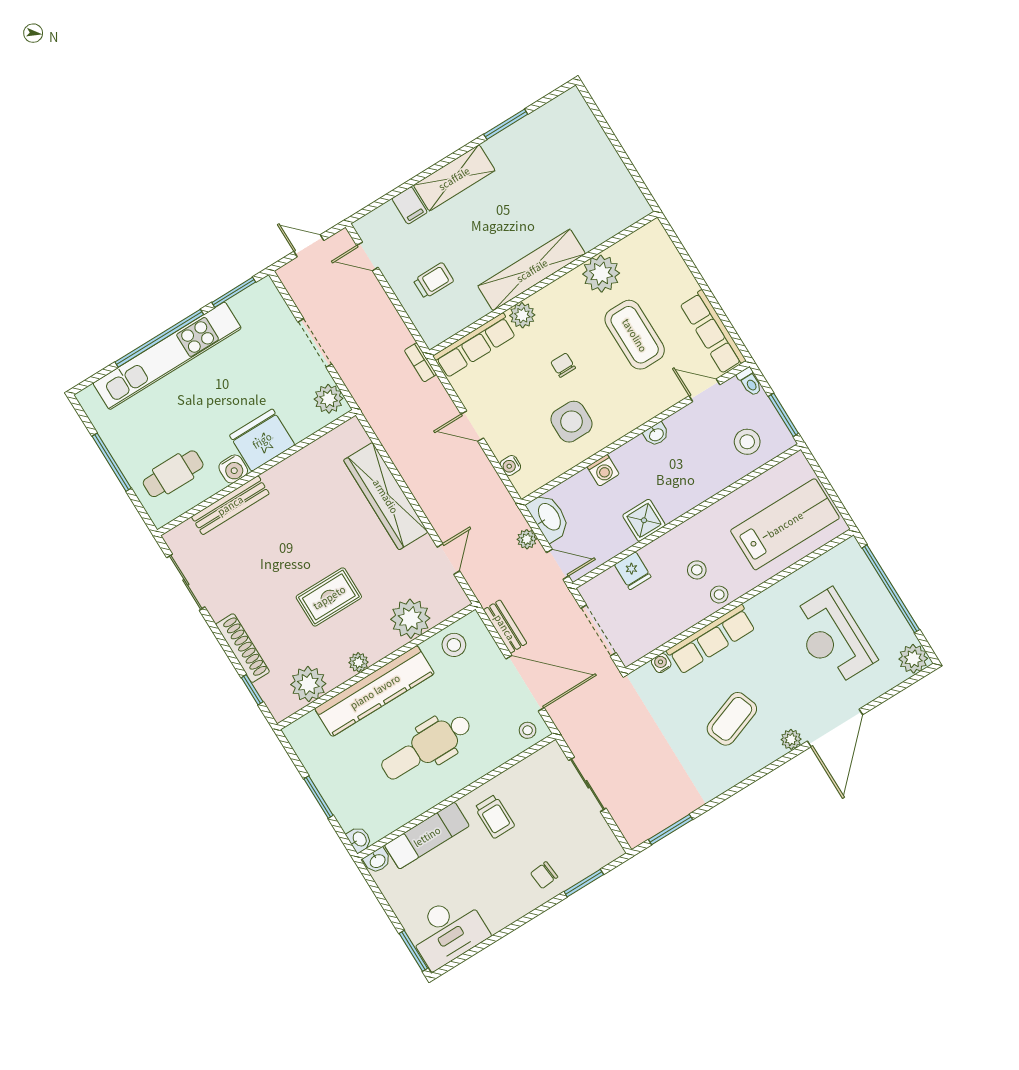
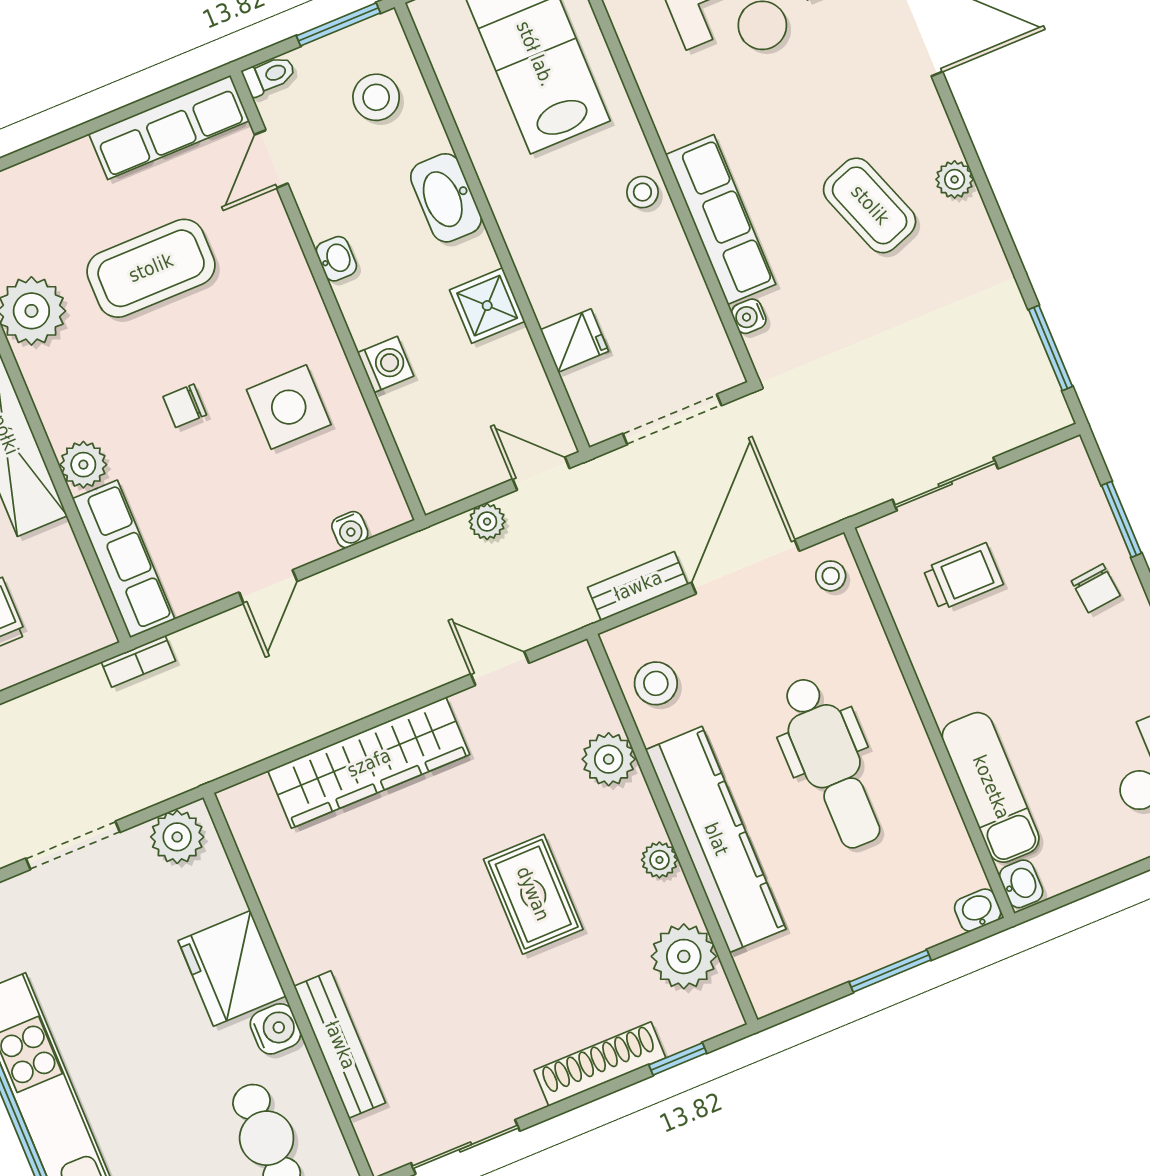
washbasin: (549, 517) -> (446, 198), moved, turned -90
door: (558, 564) -> (541, 474), hinge flipped
stool: (697, 570) -> (592, 225), removed
plant: (410, 619) -> (609, 759), width x0.73, depth x0.73
plant: (791, 739) -> (955, 179), moved
trolley: (495, 817) -> (963, 577), moved

